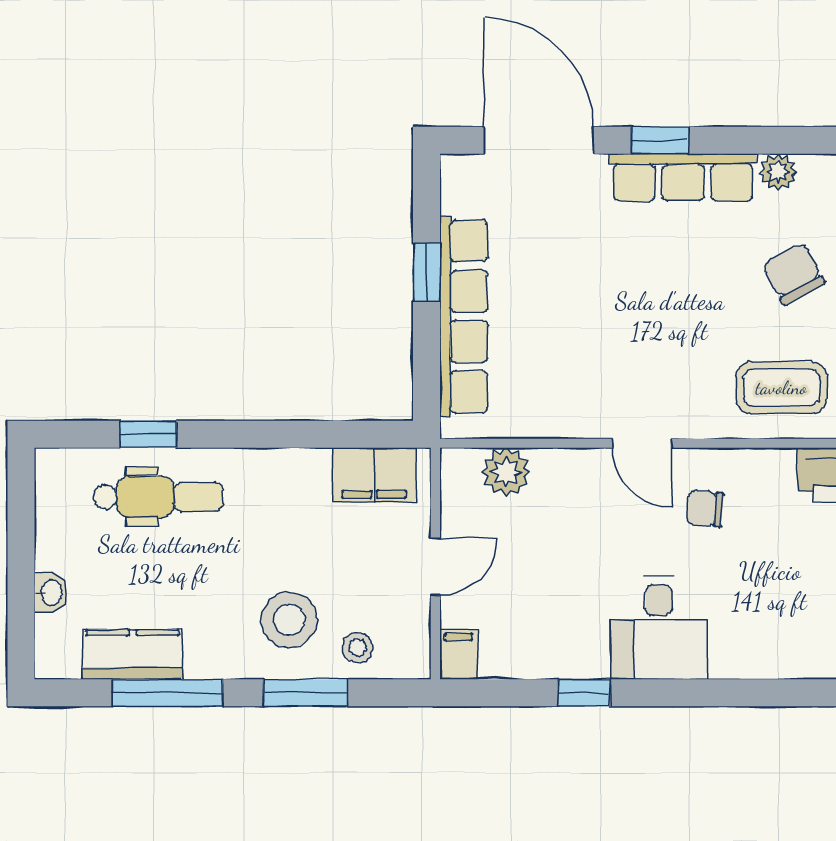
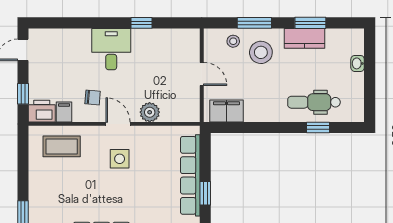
chair: (793, 274) -> (57, 193), removed
side table: (638, 357) -> (120, 159), added
plant: (506, 472) -> (150, 112), moved
door: (435, 567) -> (202, 74), swing flipped
kitchen counter: (132, 655) -> (305, 38), moved
filing cabinet: (459, 655) -> (64, 112), moved, turned 180
window: (167, 693) -> (310, 23), width x0.69

